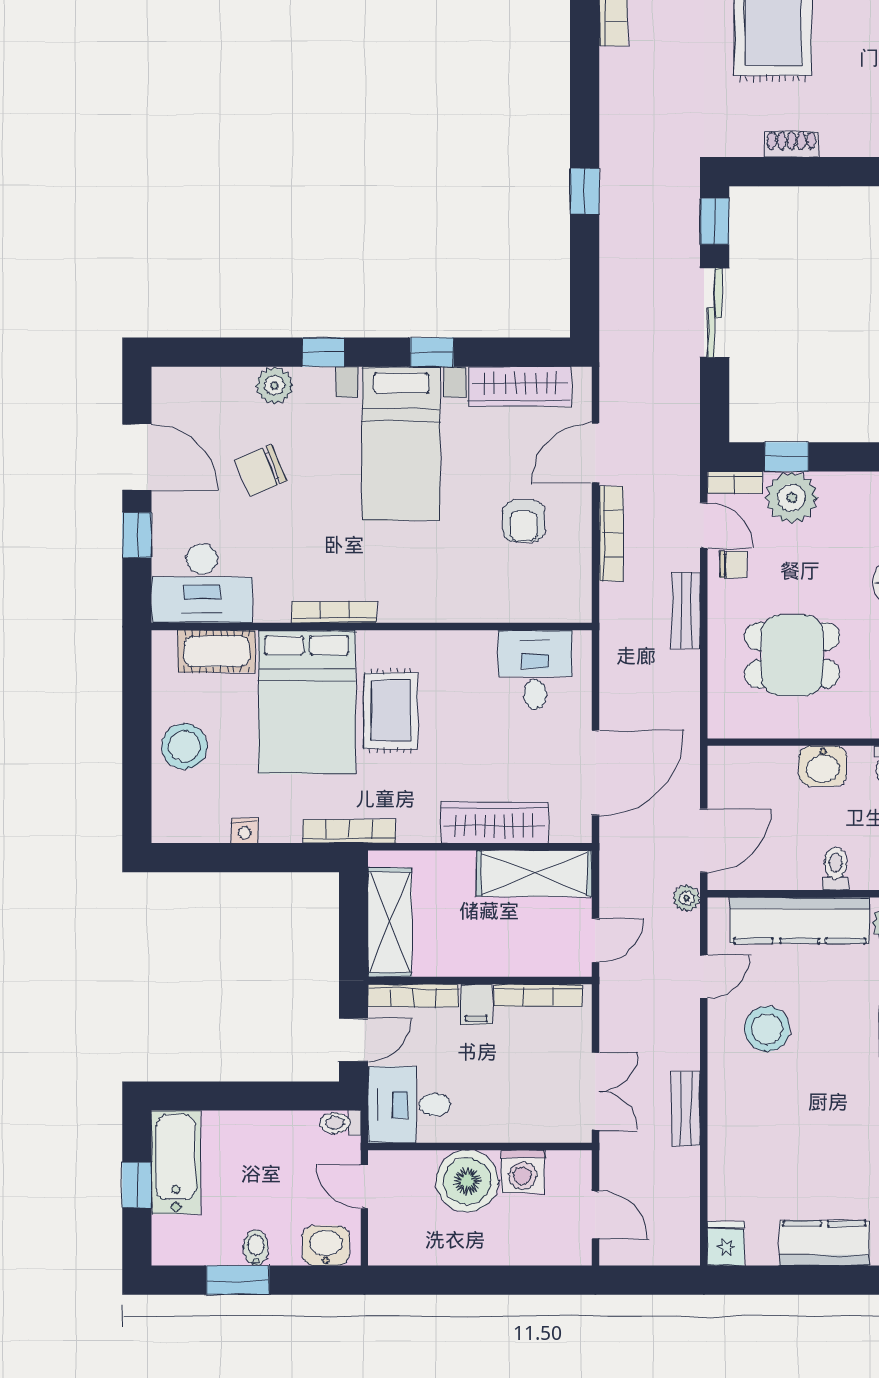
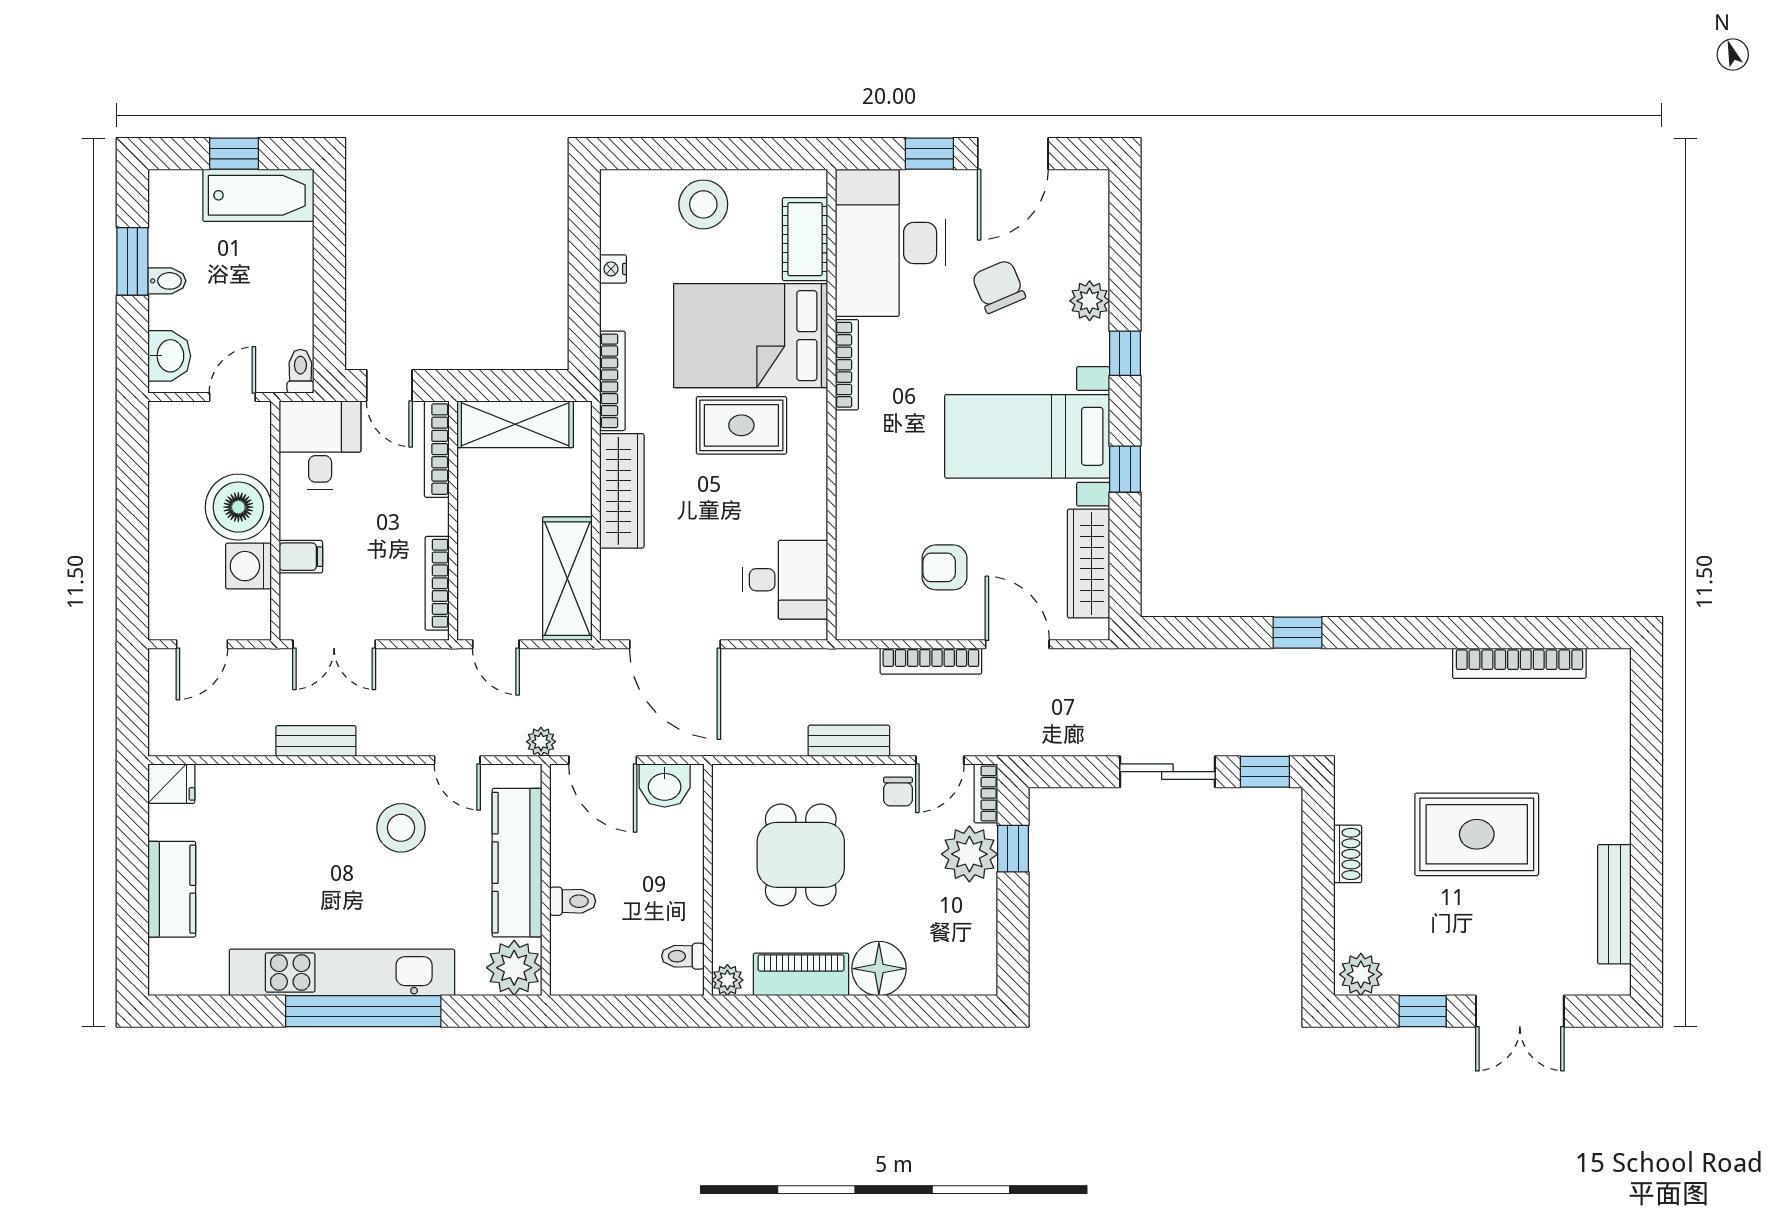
desk: (202, 583) -> (890, 243), width x1.36, depth x1.30
washbasin: (823, 766) -> (665, 786), moved, turned -90
wardrobe: (495, 823) -> (622, 491), moved
filing cabinet: (476, 1004) -> (301, 557), moved, turned 180

